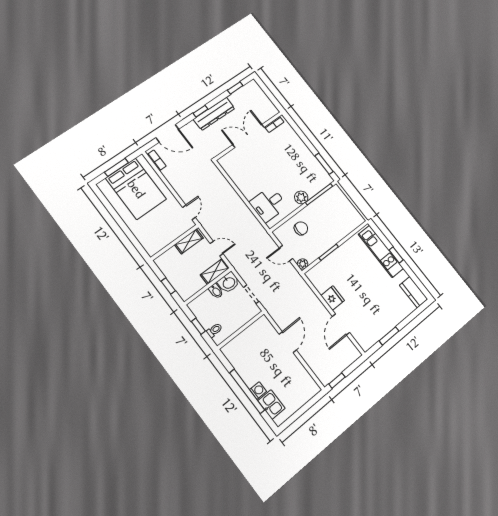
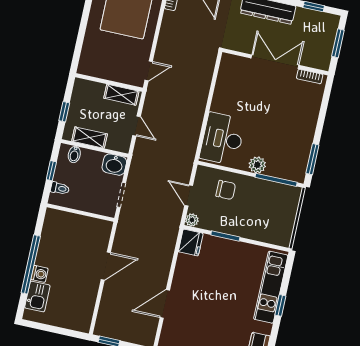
window: (268, 93) -> (338, 43), added
desk: (268, 204) -> (222, 139), width x1.37
shelving: (215, 271) -> (90, 138), moved
bidet: (216, 291) -> (74, 154), moved
fridge: (333, 298) -> (191, 243), moved

